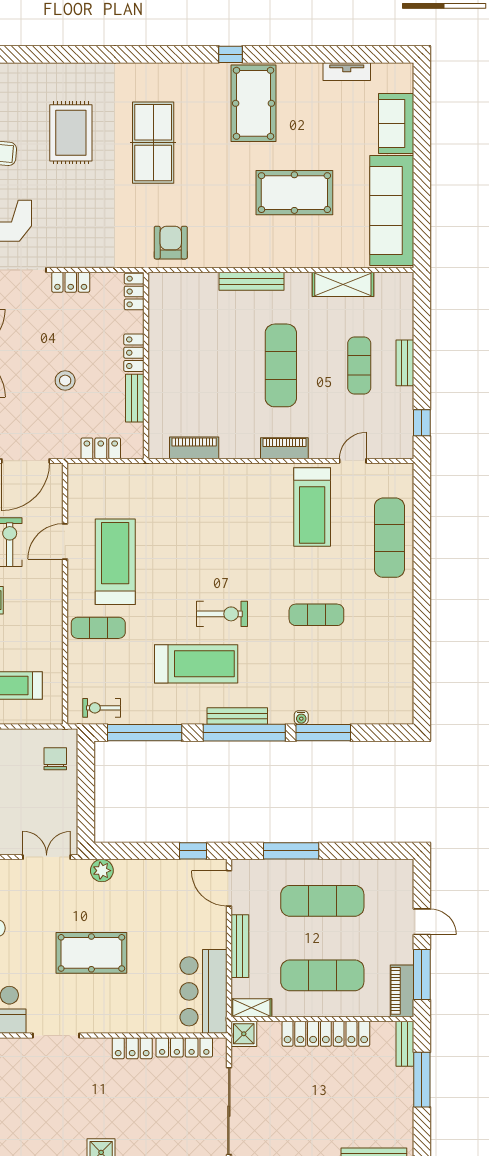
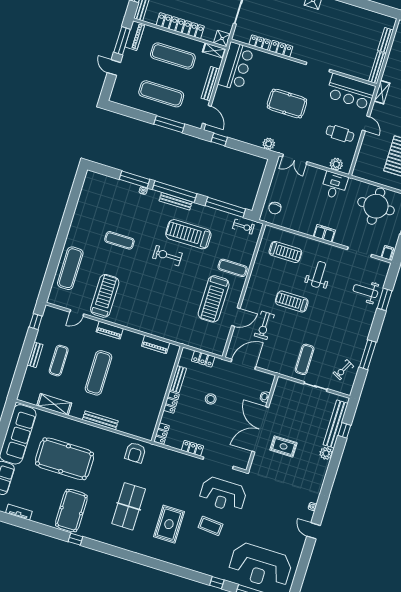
pool table: (294, 193) -> (65, 459), width x1.36, depth x1.32
locker: (184, 1047) -> (260, 42), width x0.66

